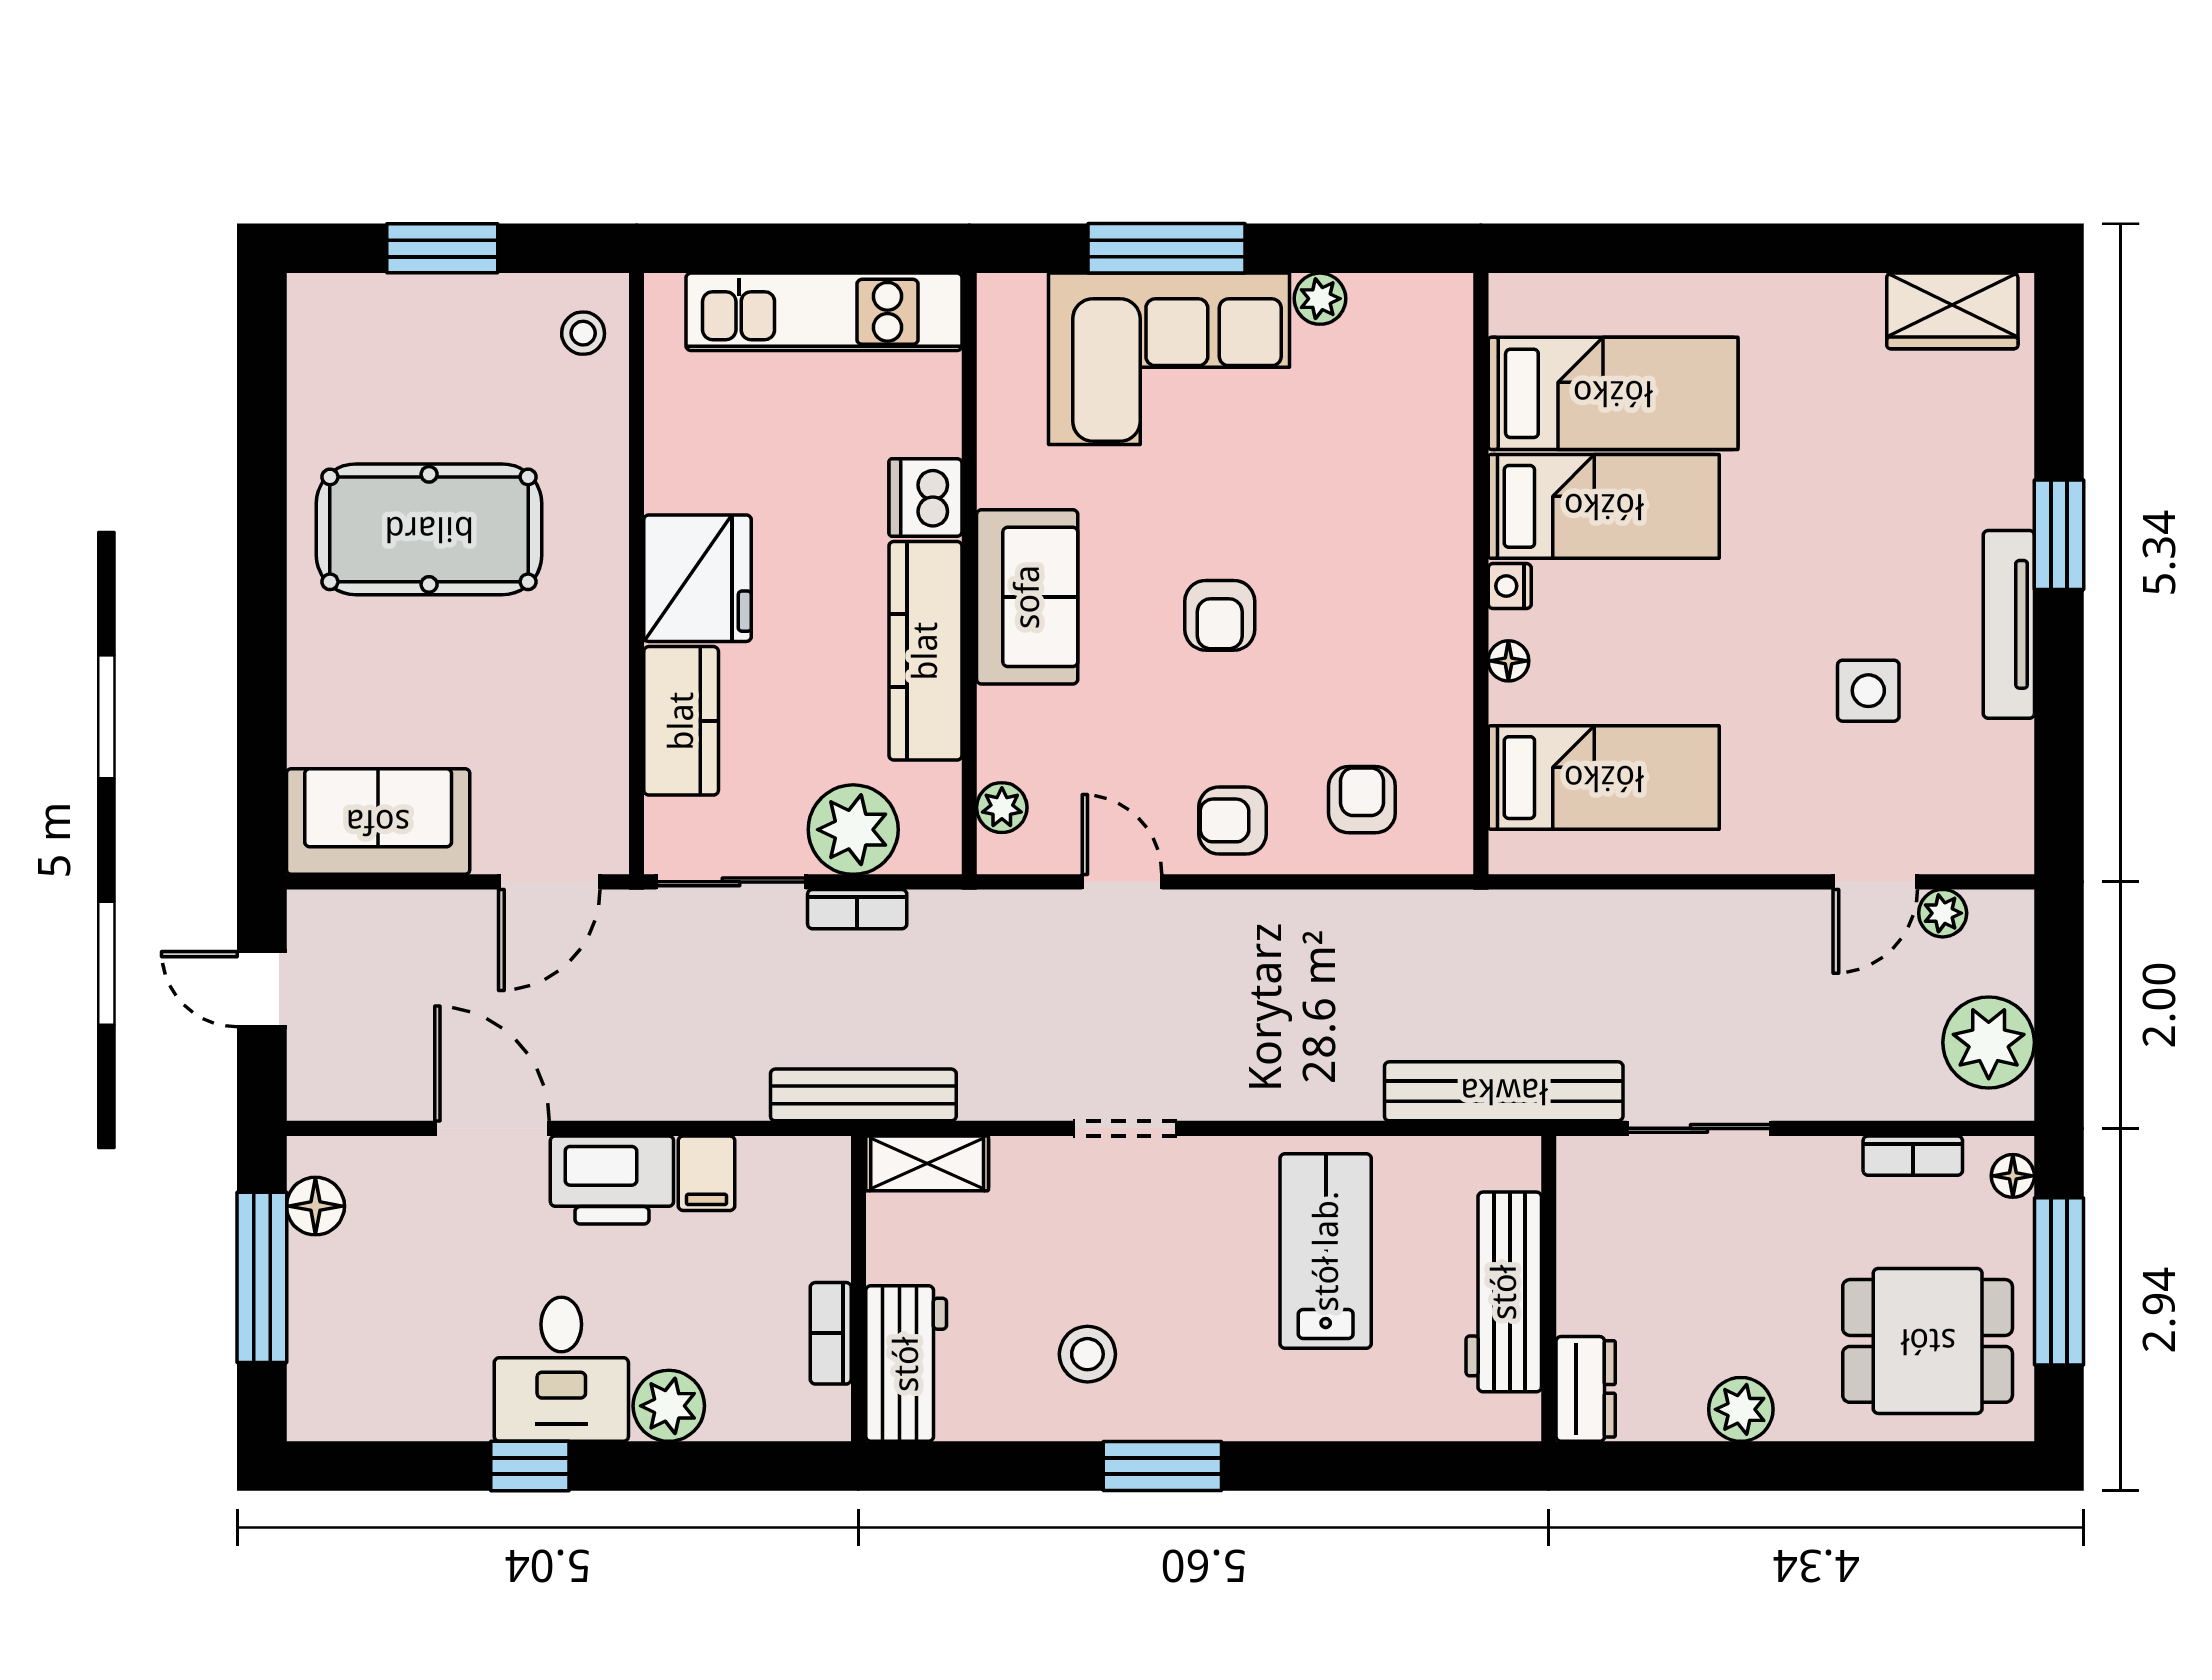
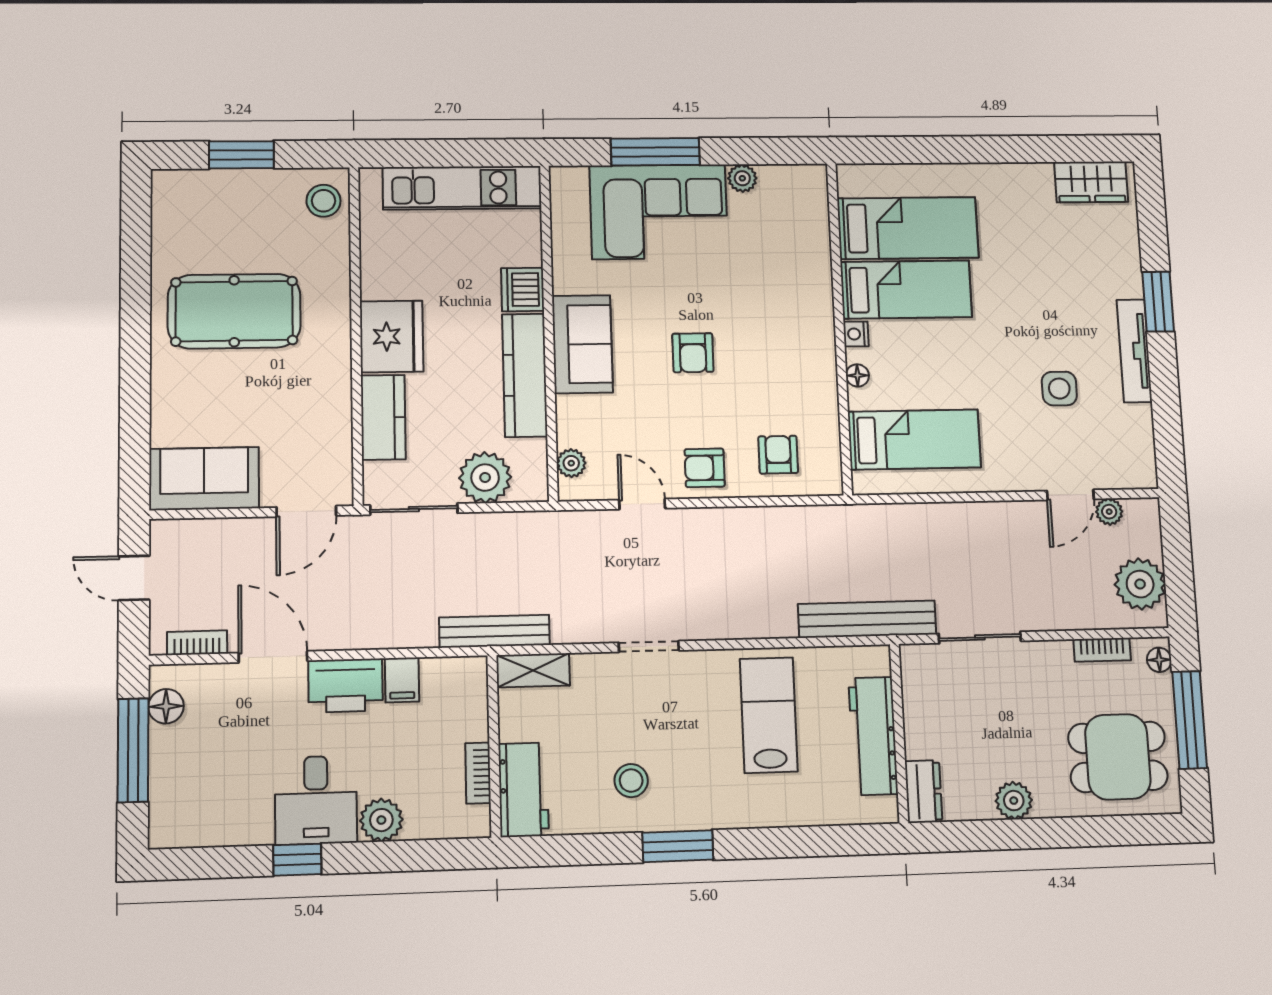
stool: (583, 333) -> (323, 201), width x1.37, depth x1.37
bookcase: (857, 909) -> (197, 643), moved, turned 180

